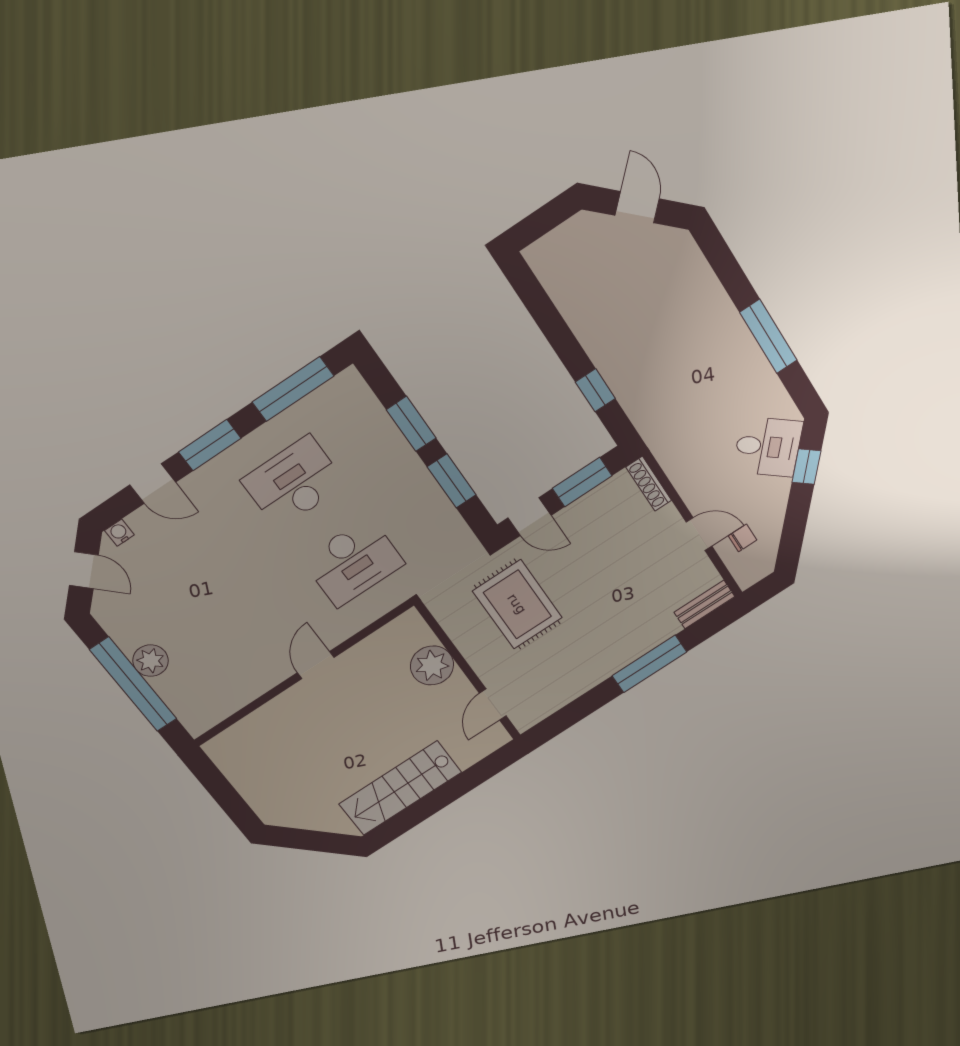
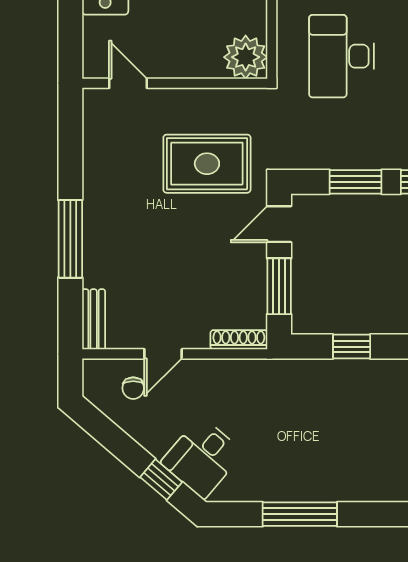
plant: (432, 665) -> (246, 57), moved

